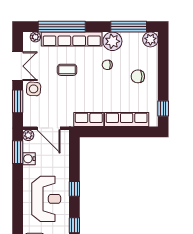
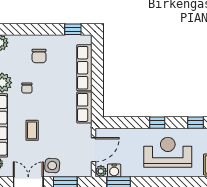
water cooler: (29, 159) -> (114, 170), moved

